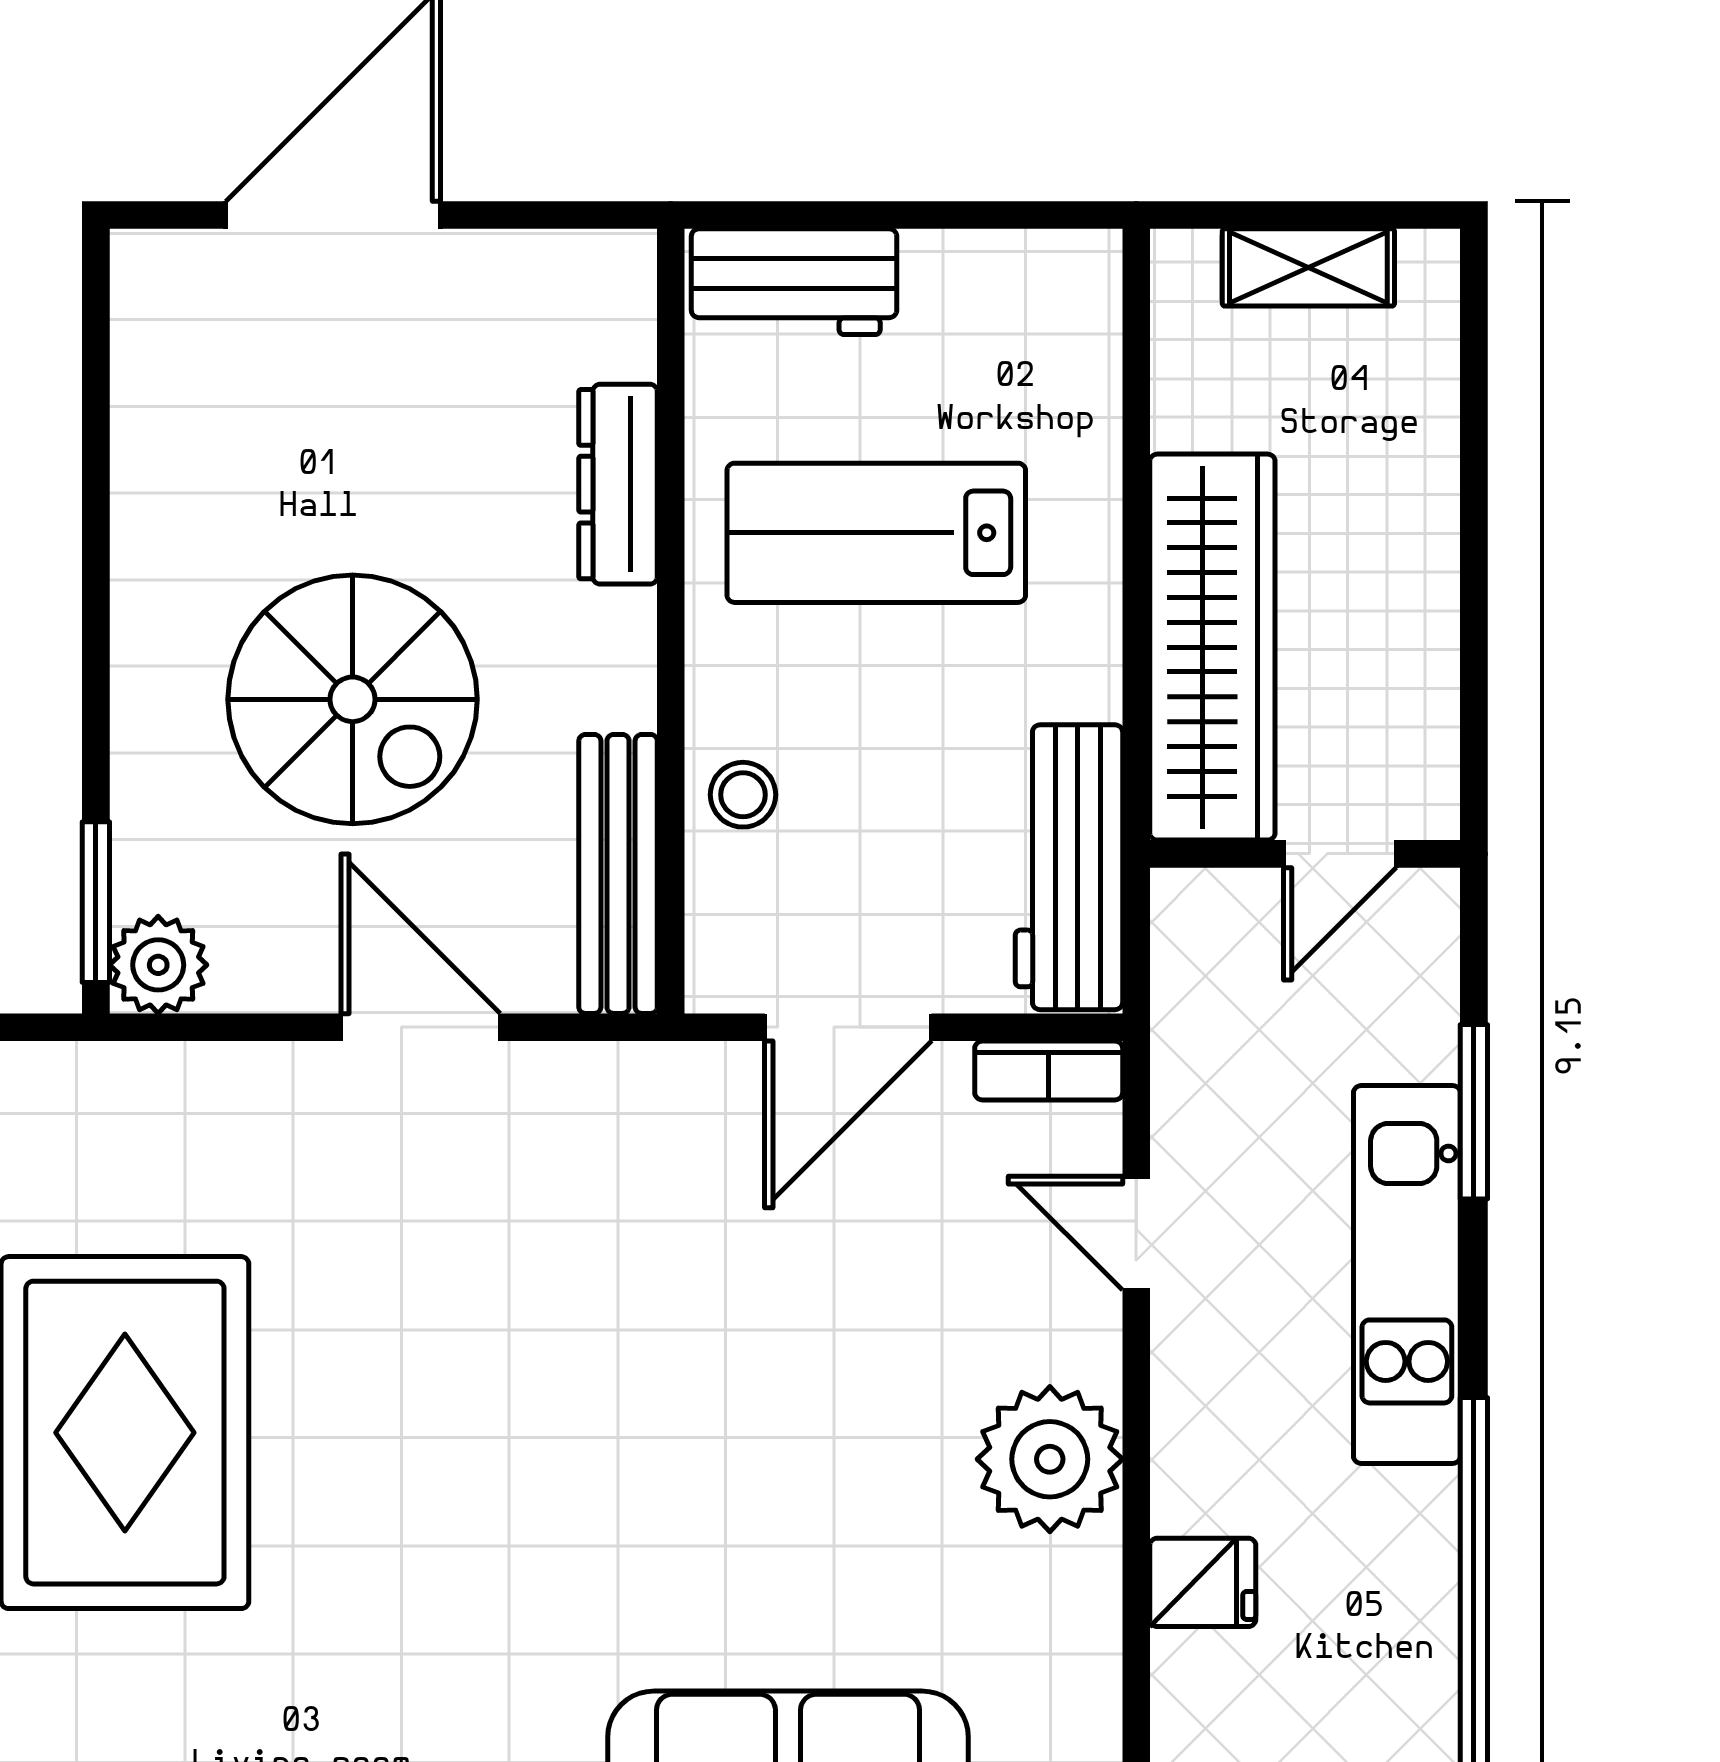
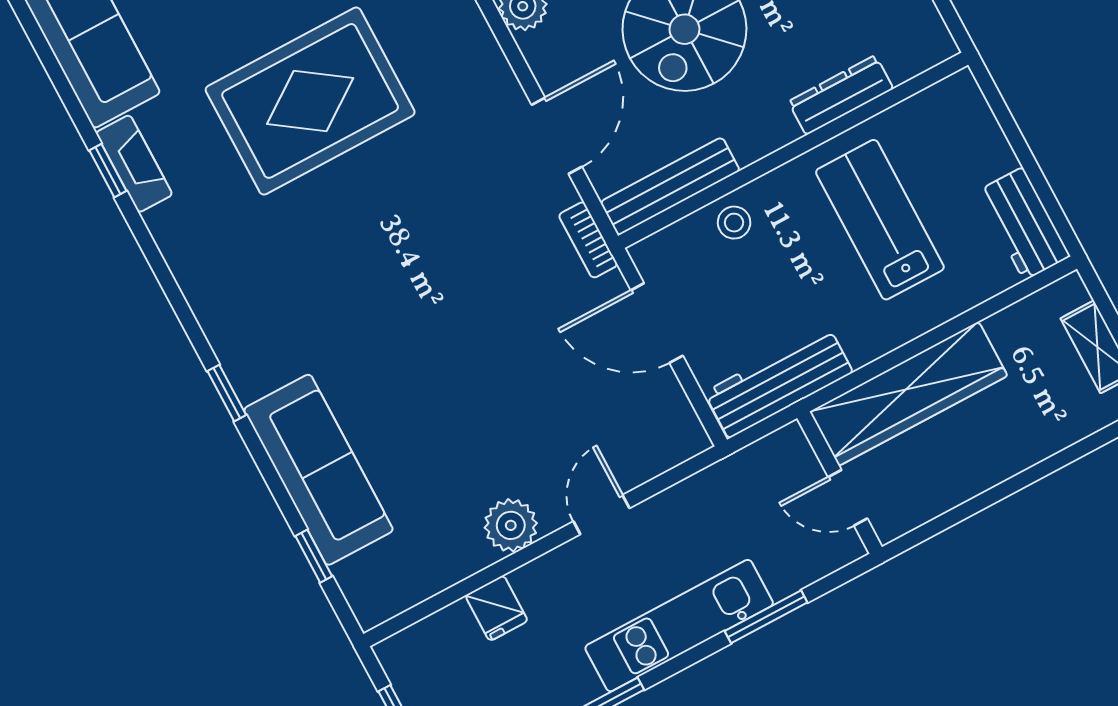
workbench: (794, 282) -> (1023, 224), moved
bookcase: (1049, 1070) -> (588, 240), moved
door: (1136, 1233) -> (601, 515), moved
plant: (1050, 1459) -> (511, 525), width x0.73, depth x0.73

